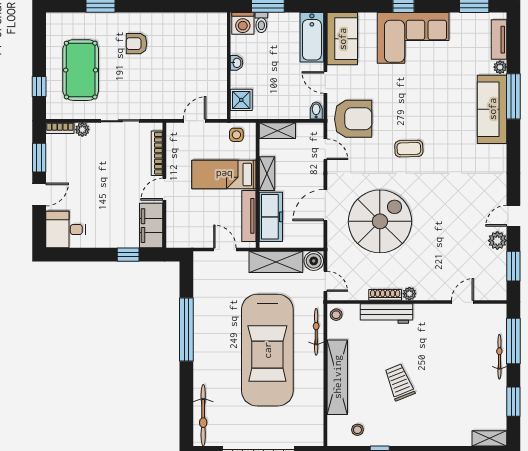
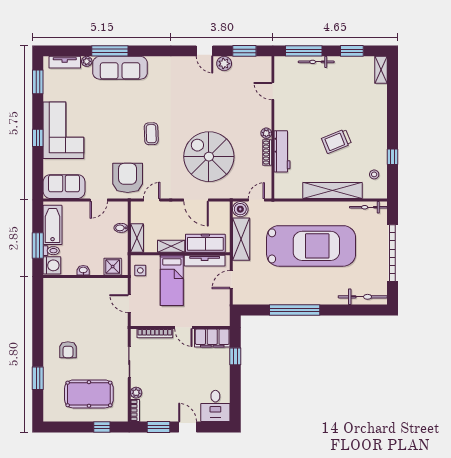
bathtub: (312, 37) -> (53, 225), moved, turned -90
bidet: (316, 110) -> (121, 228), moved
stool: (336, 315) -> (283, 191), removed
bicycle: (316, 332) -> (368, 207), moved

